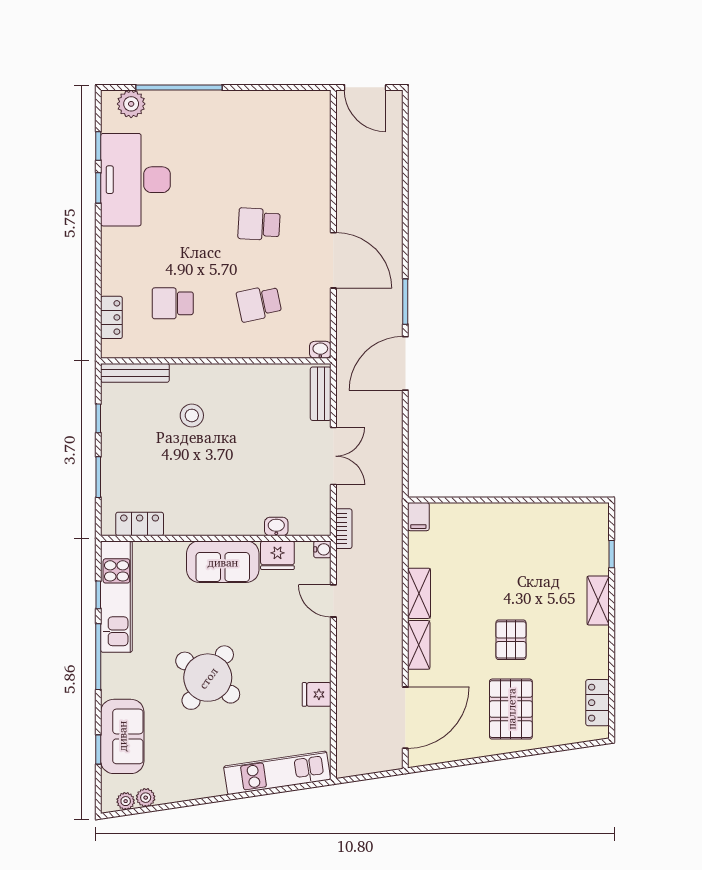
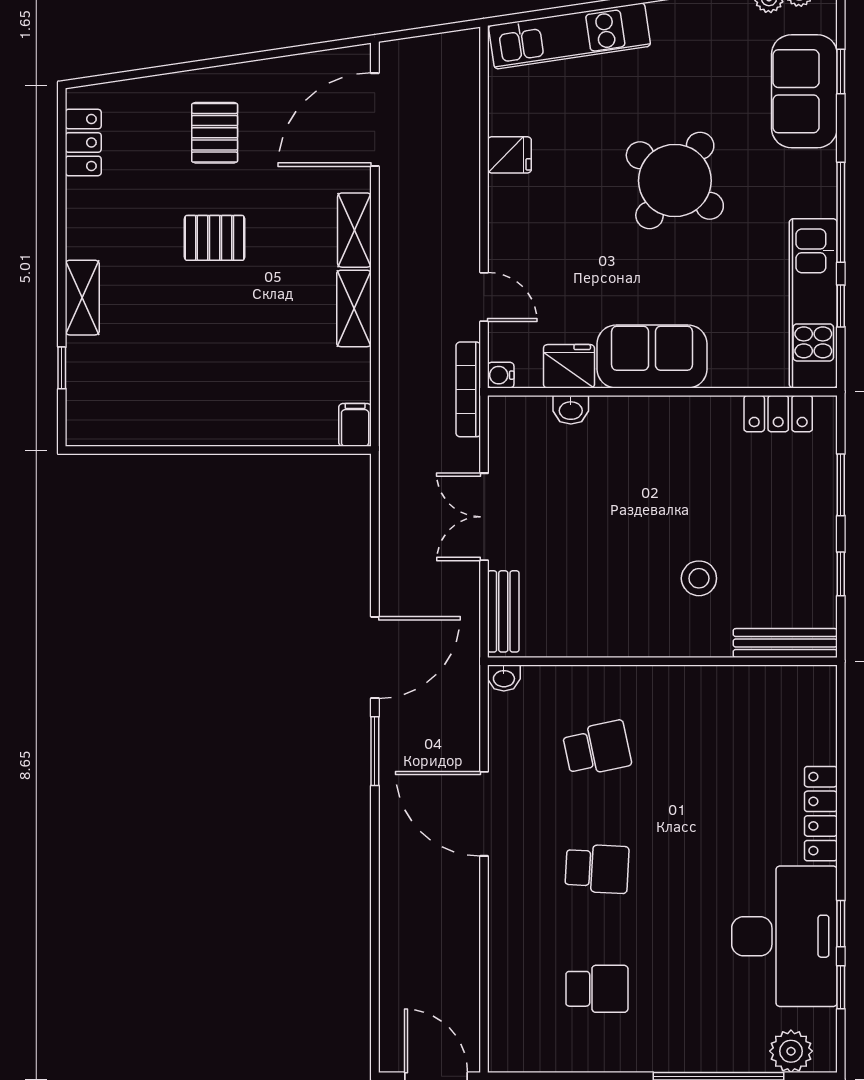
school desk: (173, 303) -> (597, 989), moved
locker: (111, 317) -> (821, 814), moved, width x1.53
bookcase: (344, 529) -> (468, 389), width x1.56
pallet: (511, 640) -> (215, 238), turned 90
pallet: (511, 709) -> (215, 133), width x0.67, depth x0.71

